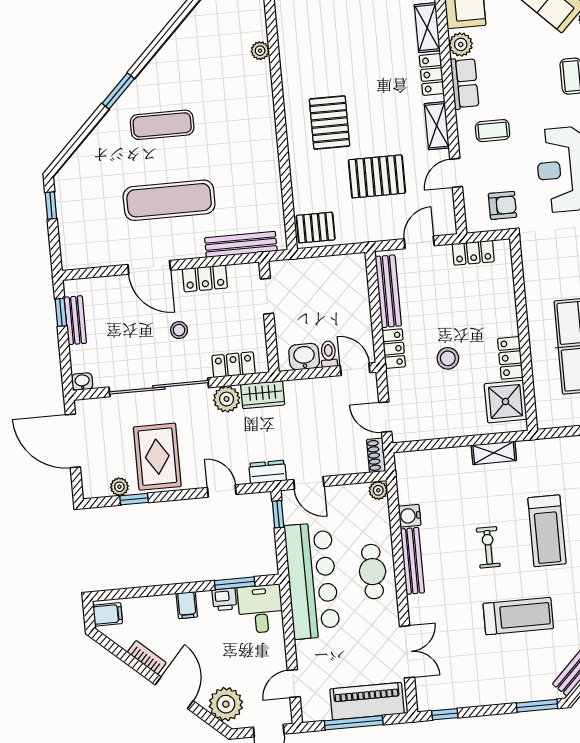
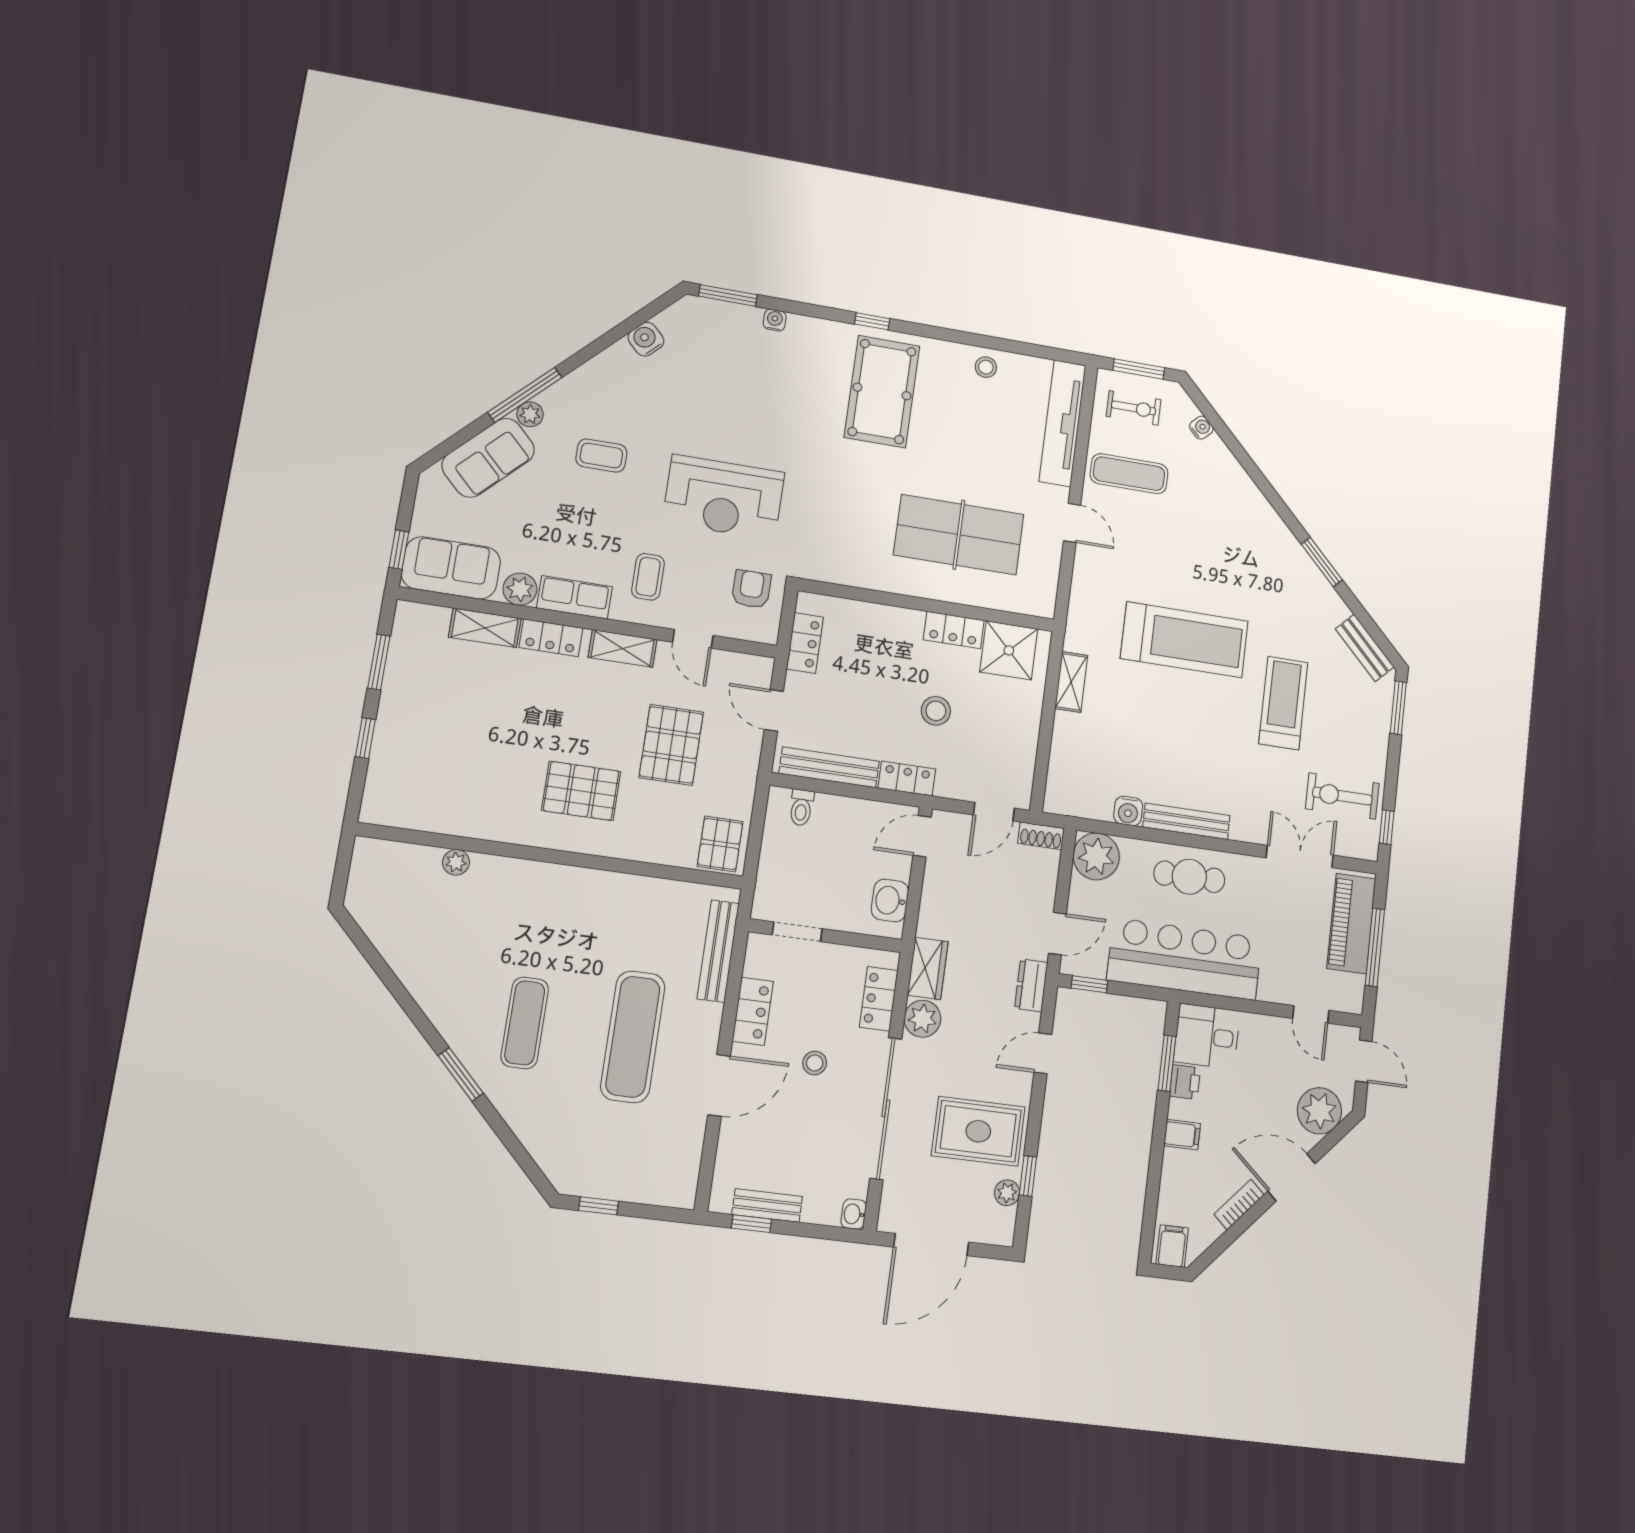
toilet: (329, 354) -> (801, 808), moved, turned -90
plant: (378, 490) -> (1096, 856), width x1.88, depth x1.88
treadmill: (547, 531) -> (1184, 640), width x1.37, depth x1.38
exercise bike: (488, 547) -> (1342, 796), moved, width x1.38, depth x1.39

